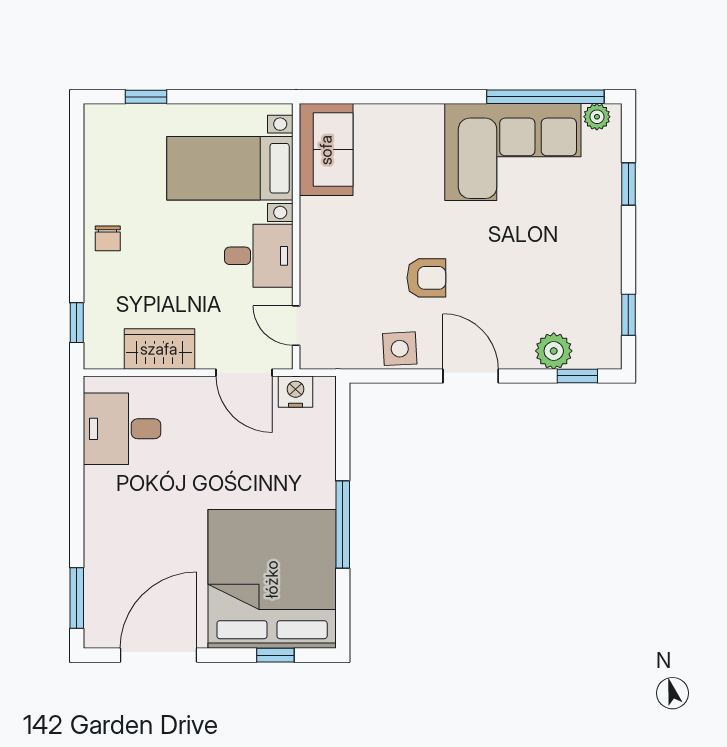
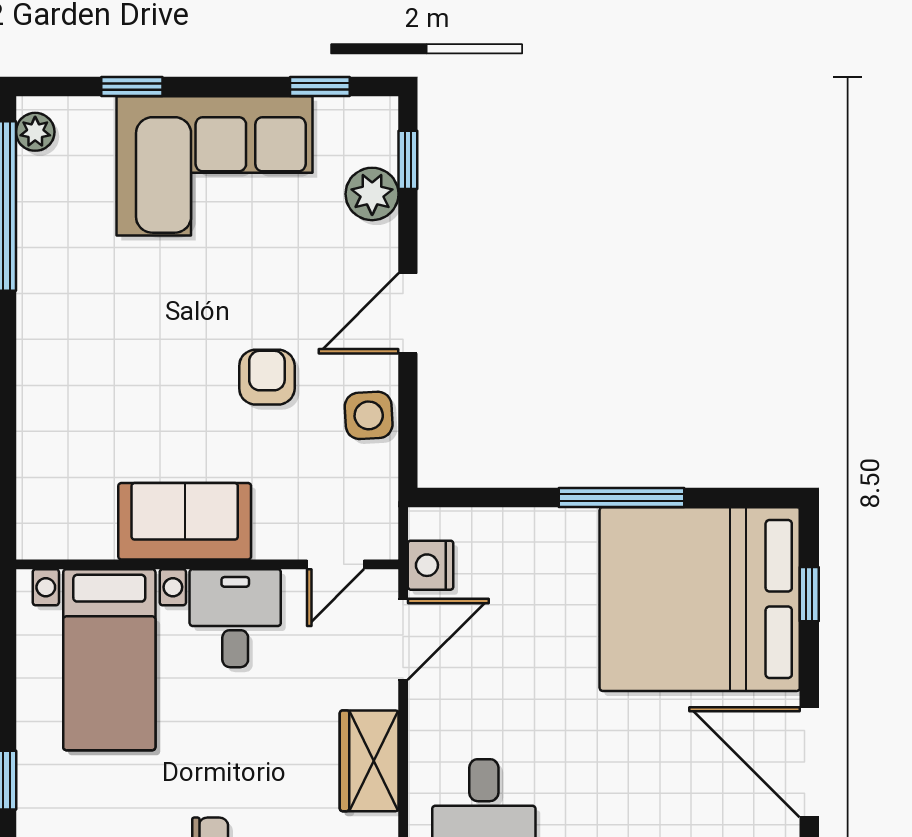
sofa: (326, 150) -> (185, 521), moved
corner sofa: (513, 152) -> (214, 166), moved, turned 90

